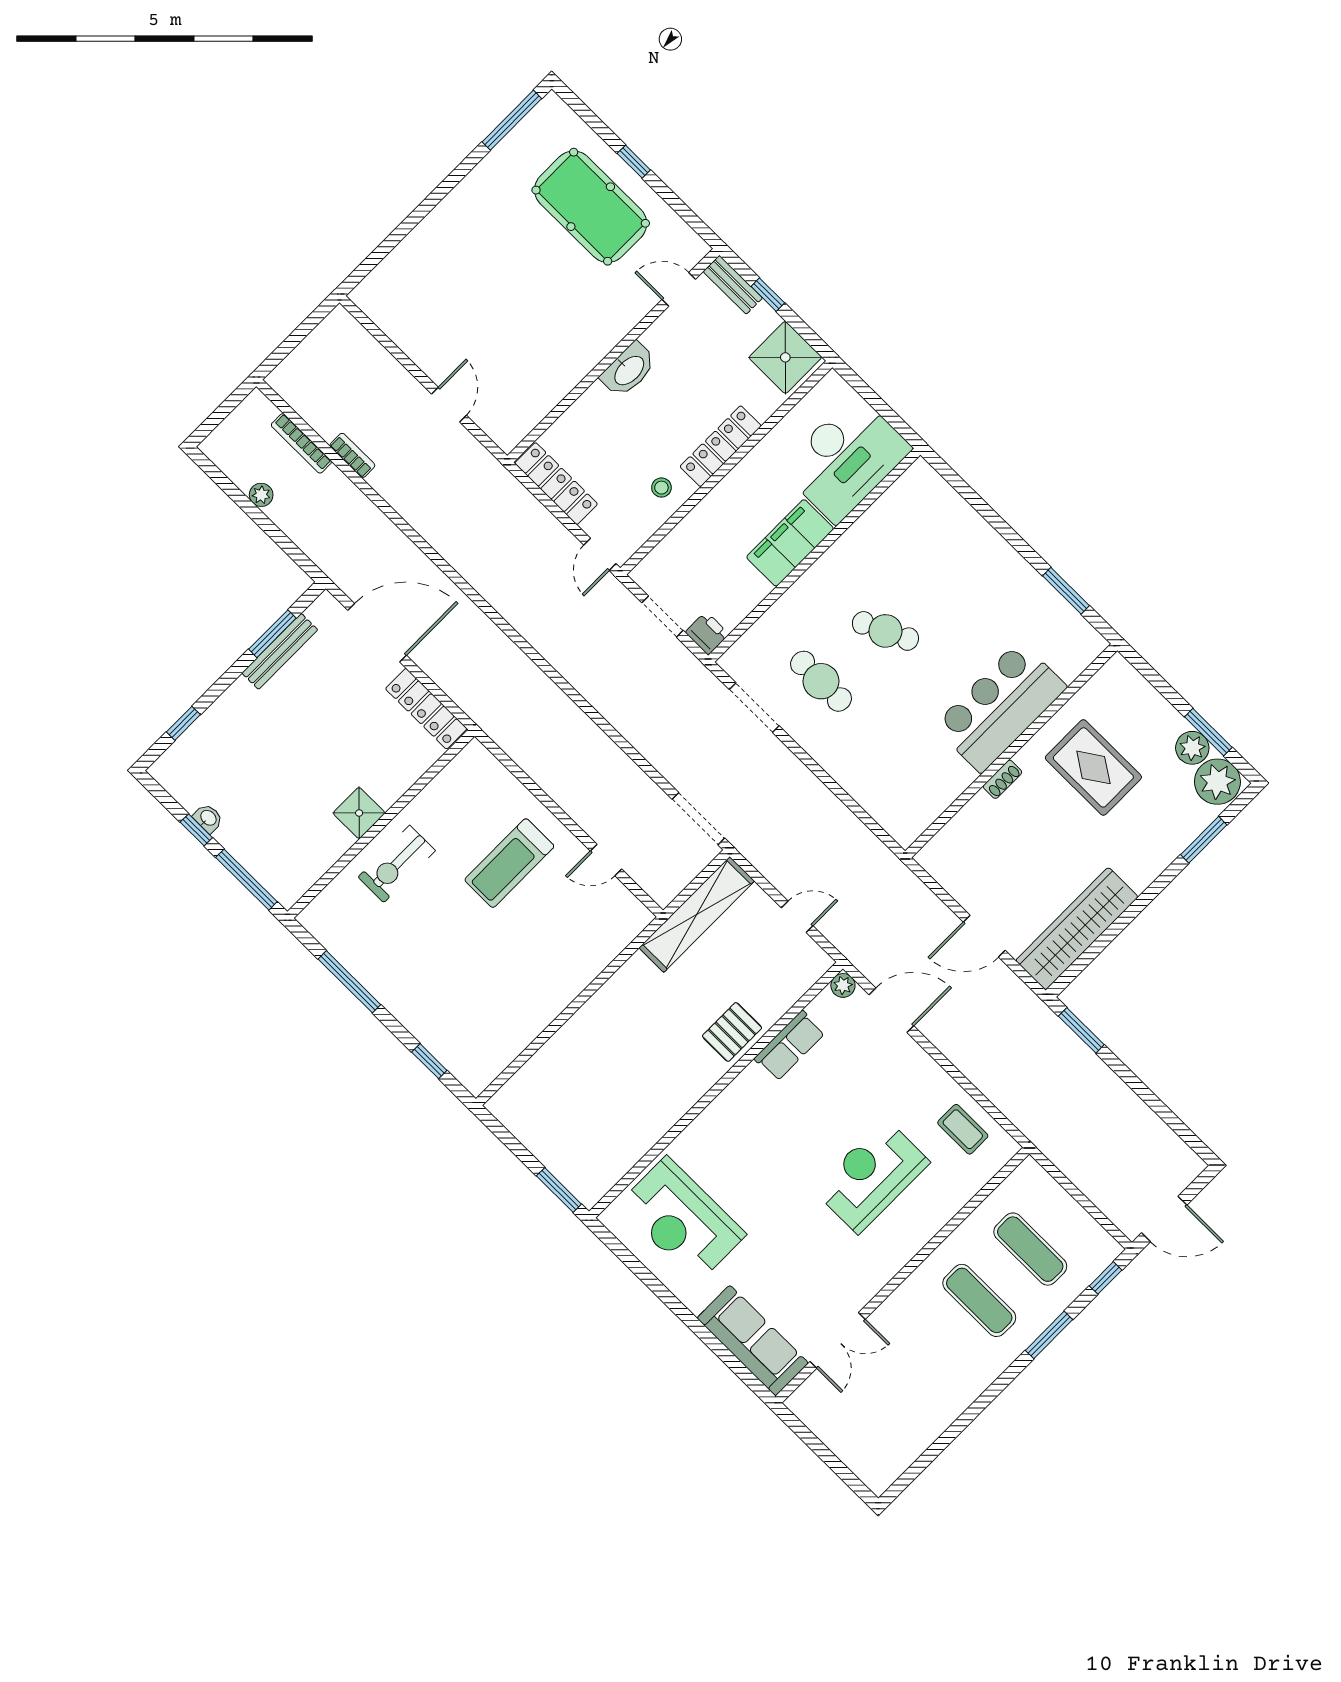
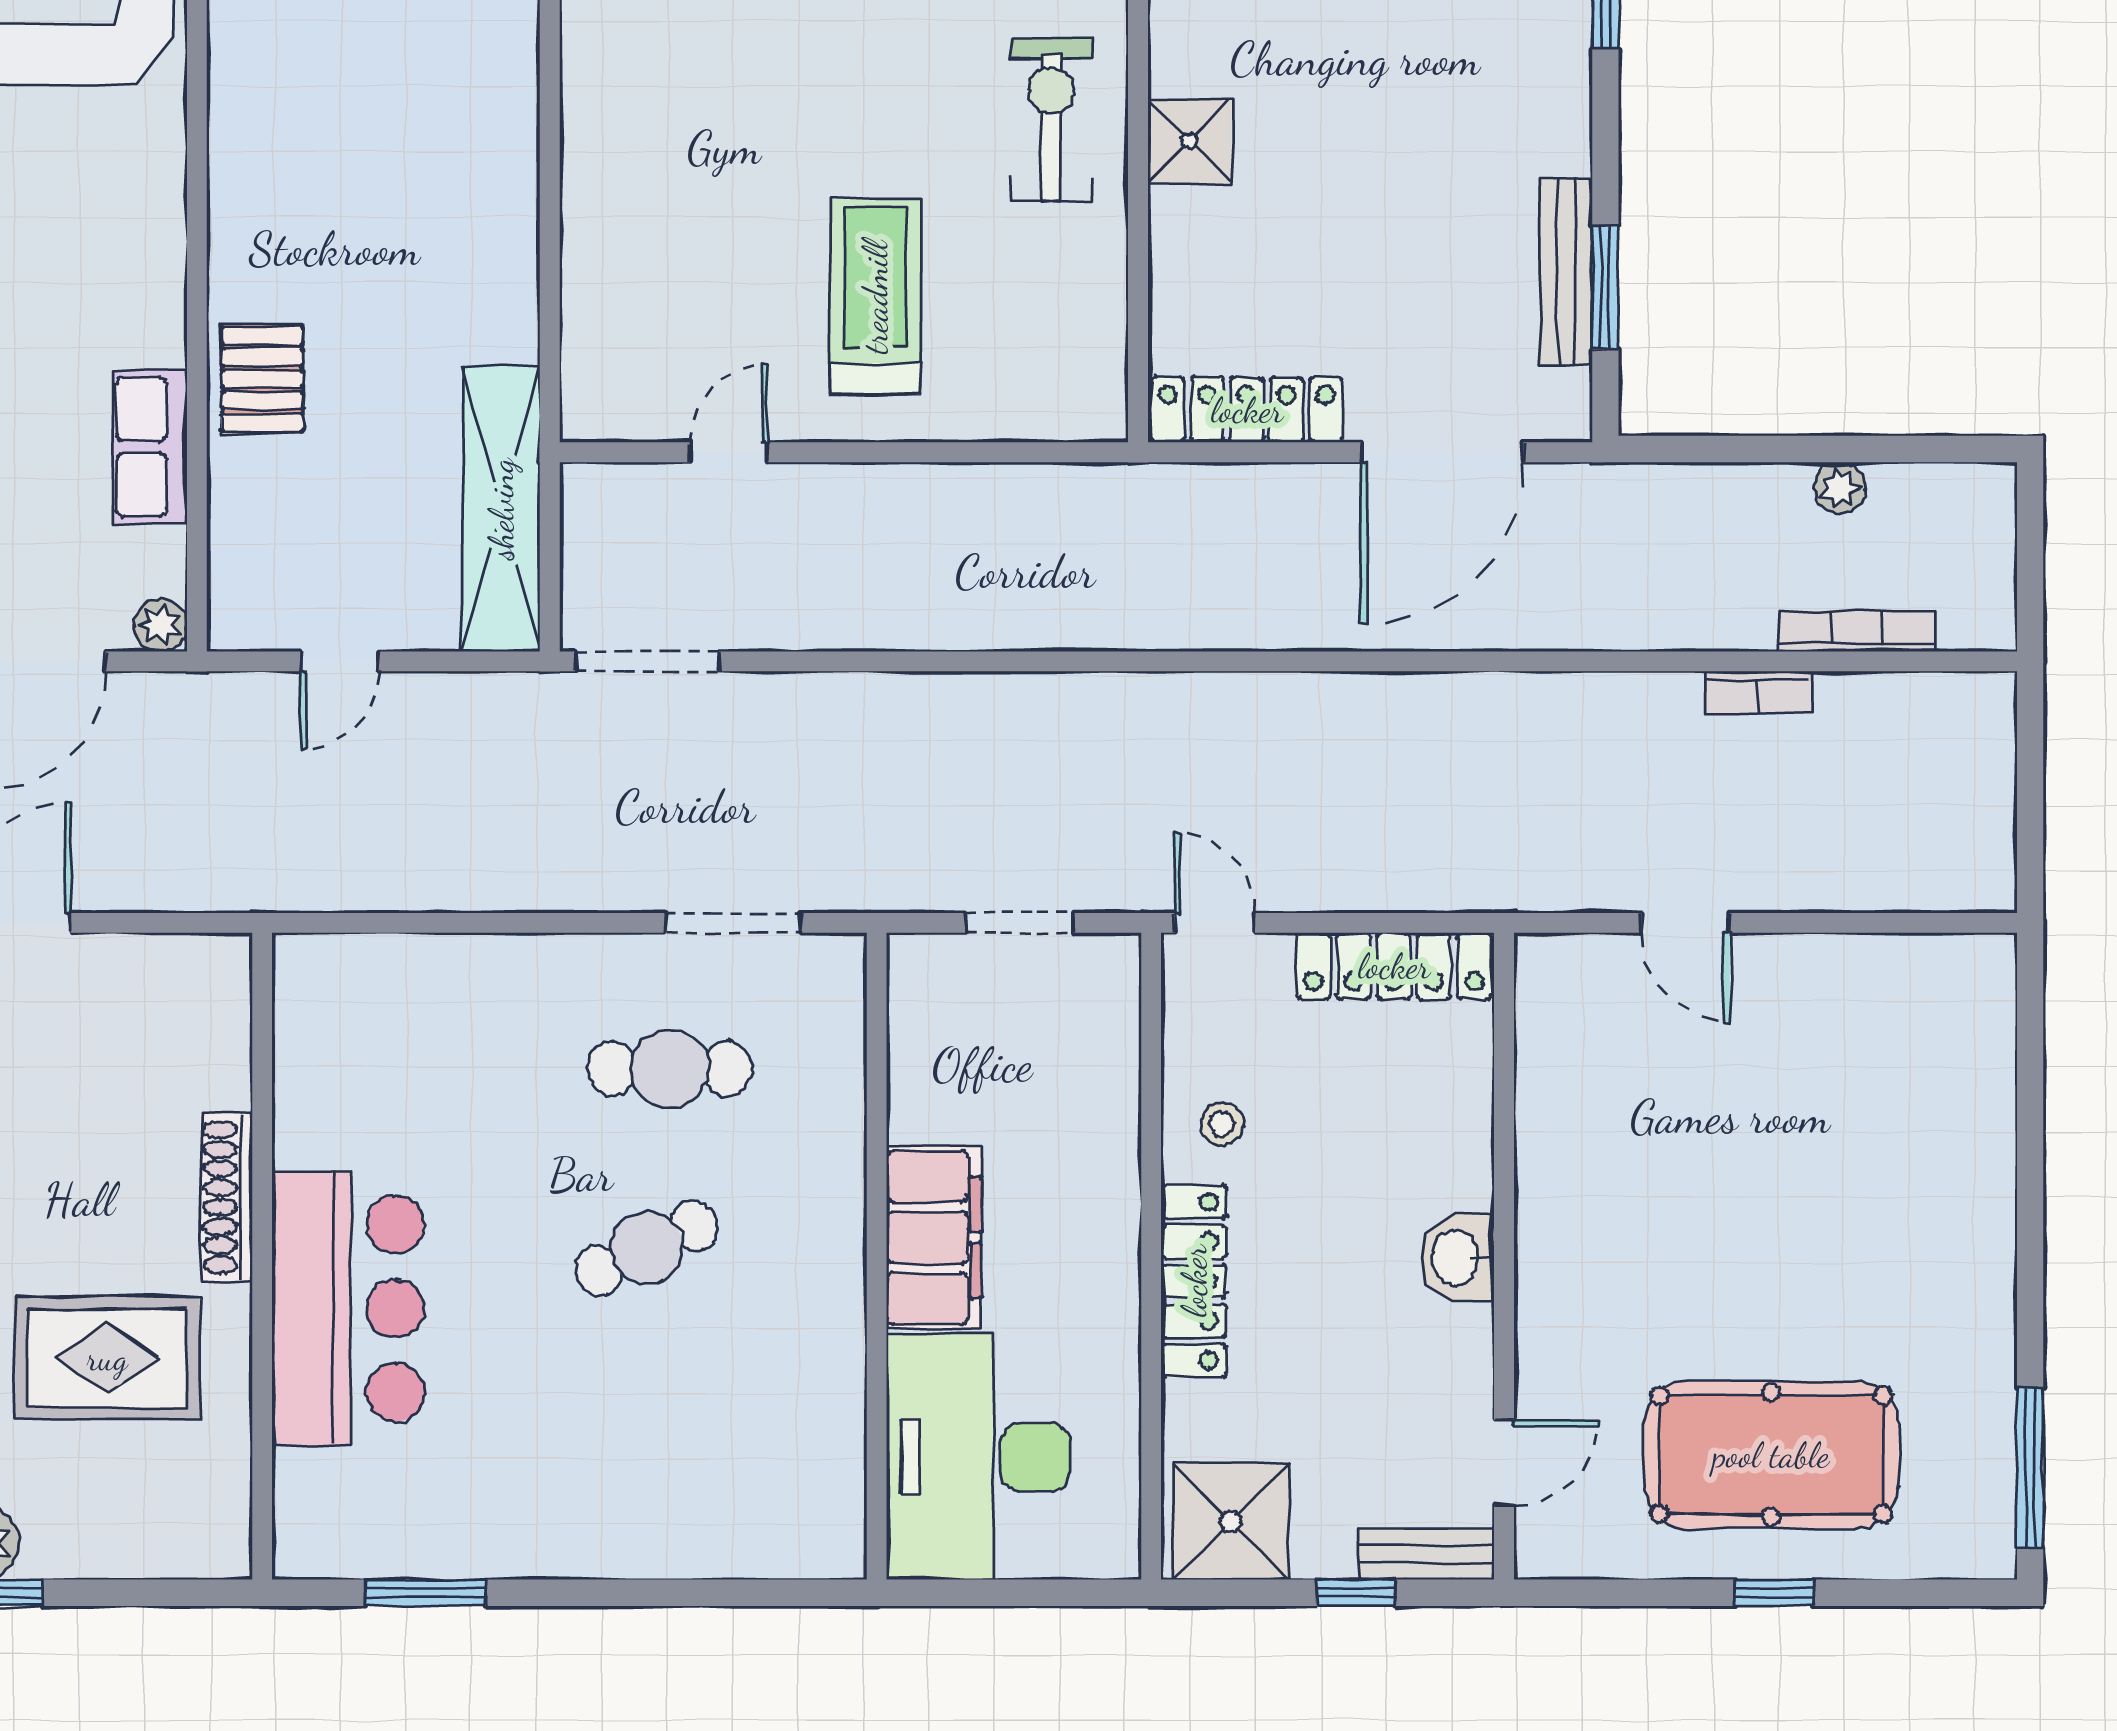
washbasin: (629, 370) -> (1457, 1257), width x0.72
printer: (707, 633) -> (923, 966), removed
shoe rack: (1002, 779) -> (226, 1198), width x1.94, depth x1.24

